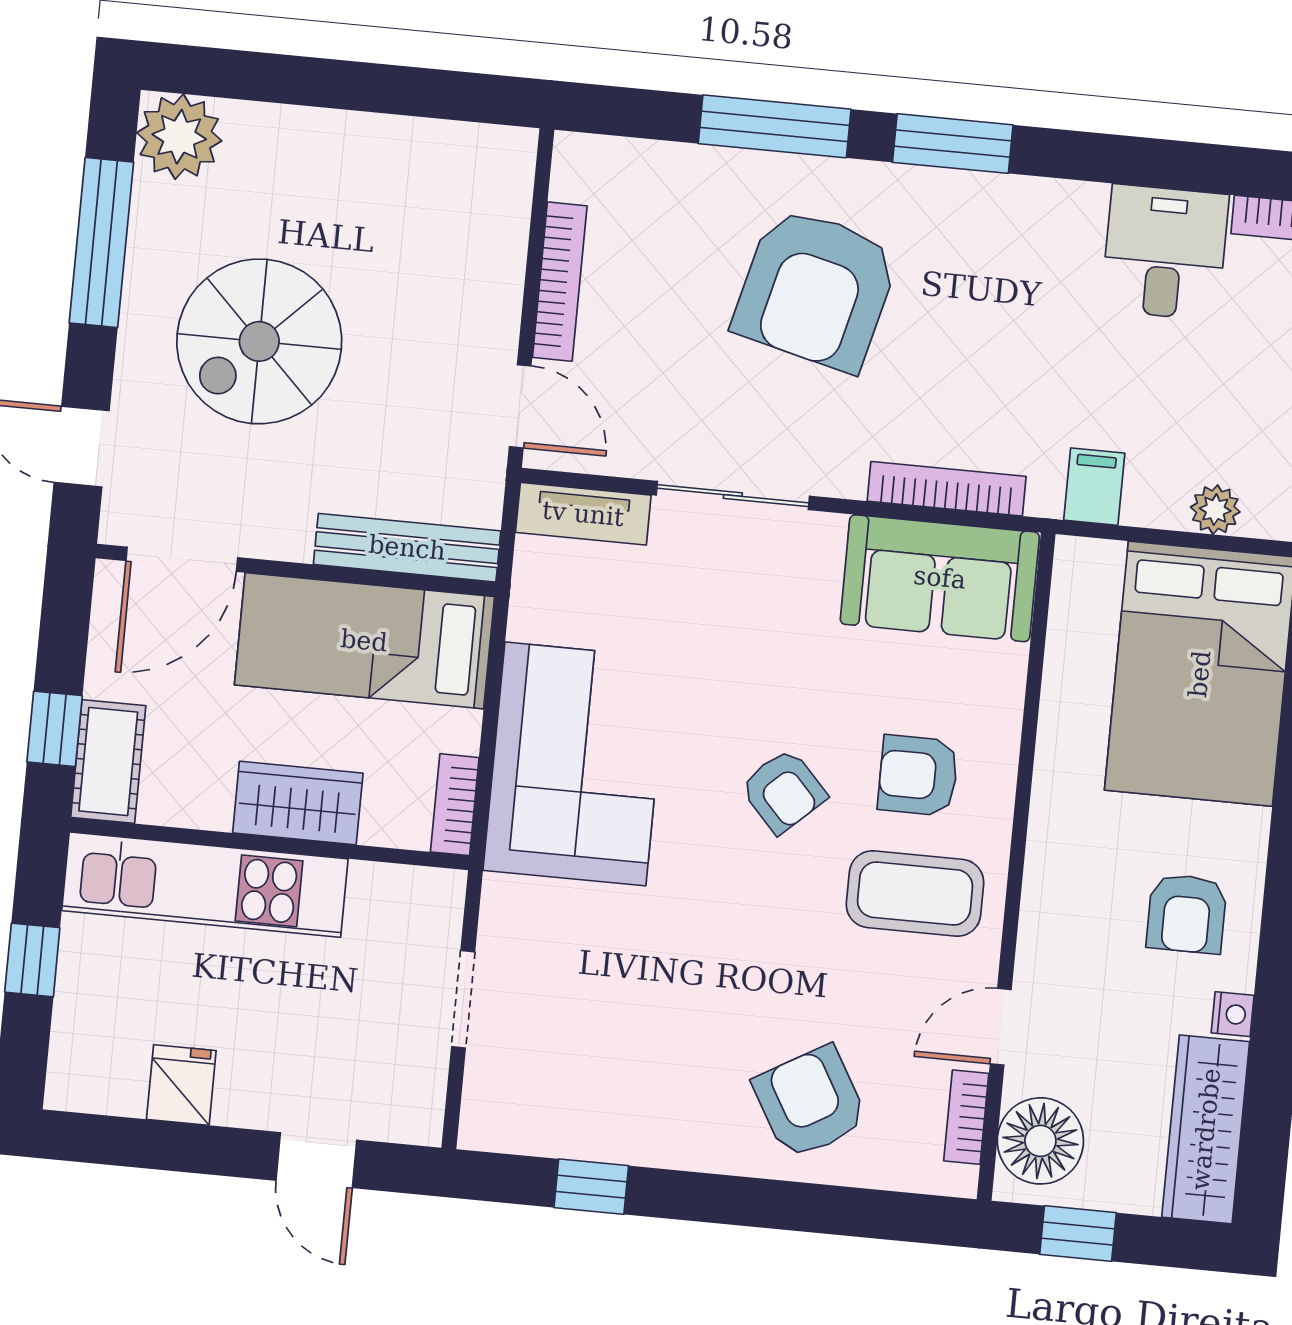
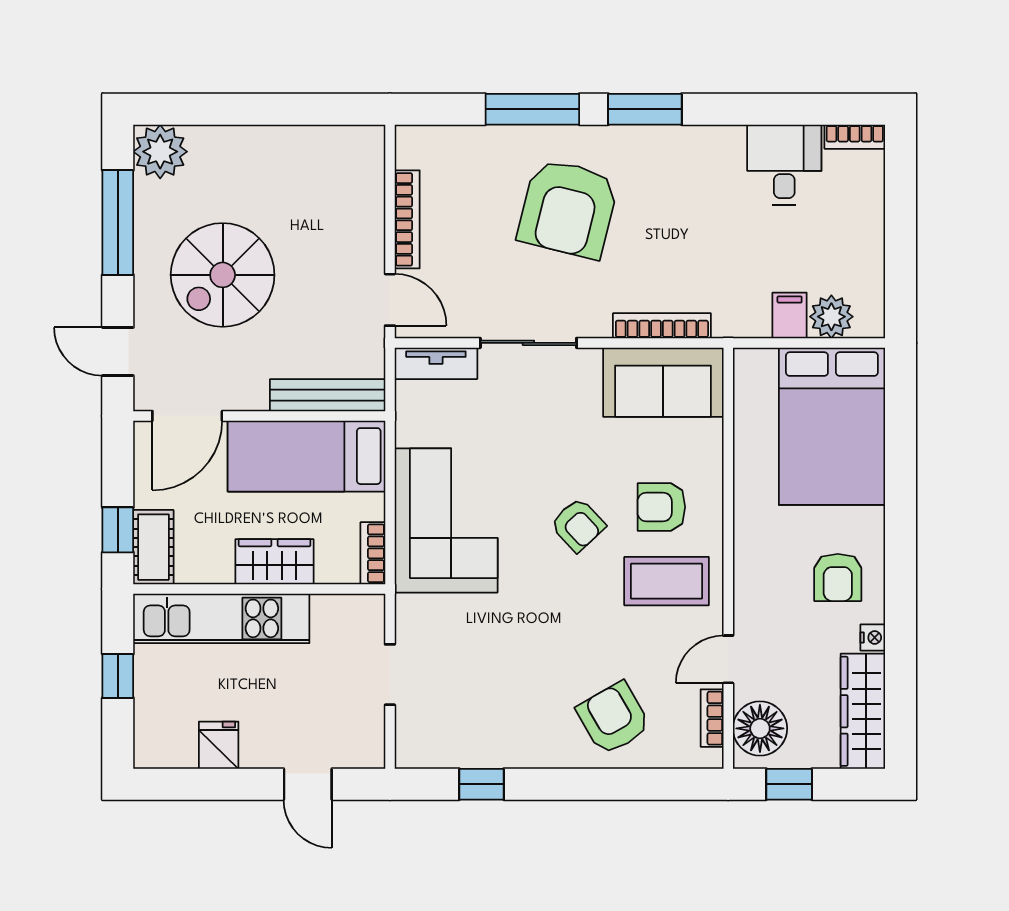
filing cabinet: (1094, 487) -> (790, 315), moved
plant: (1215, 510) -> (831, 317), width x1.38, depth x1.38

